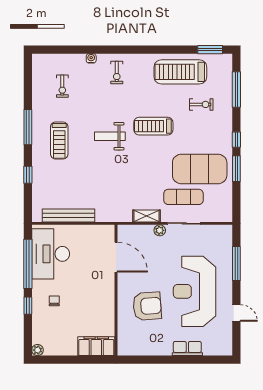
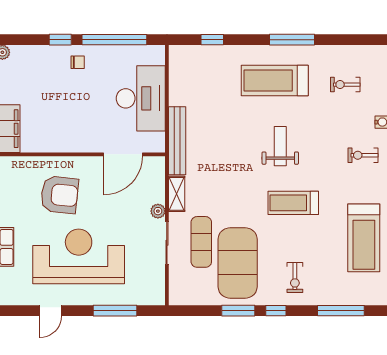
treadmill: (180, 72) -> (364, 238), turned 180
exercise bike: (201, 104) -> (295, 277), moved
treadmill: (153, 126) -> (293, 203), turned -90
treadmill: (59, 140) -> (275, 81), width x1.37, depth x1.38
window: (28, 175) -> (212, 40), moved
bench: (68, 216) -> (177, 141), moved
desk: (51, 254) -> (141, 98), moved, turned 90
chair: (54, 301) -> (78, 62), moved
armchair: (147, 306) -> (60, 195), turned -80

